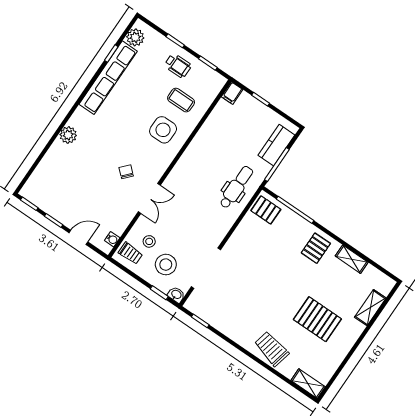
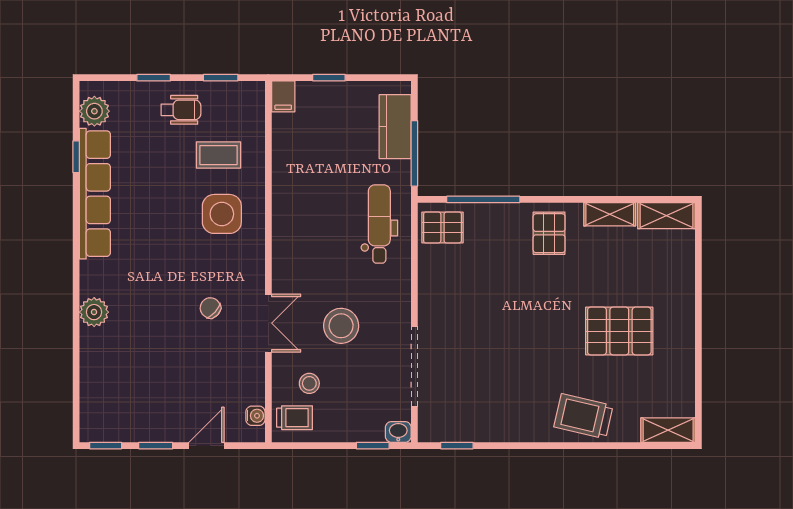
stool: (166, 265) -> (341, 326), moved
shelving: (370, 308) -> (666, 216), moved, turned 90

